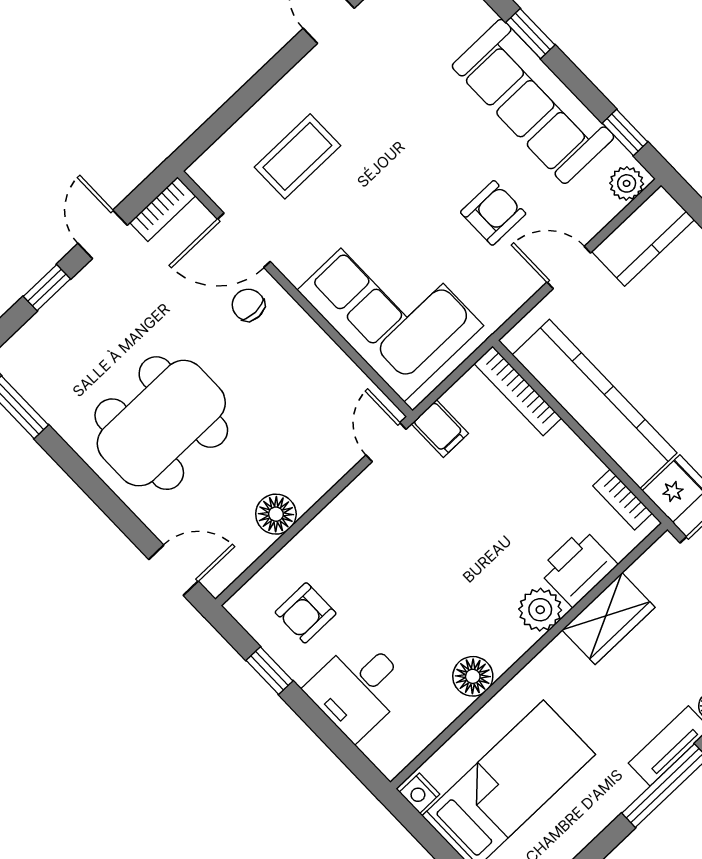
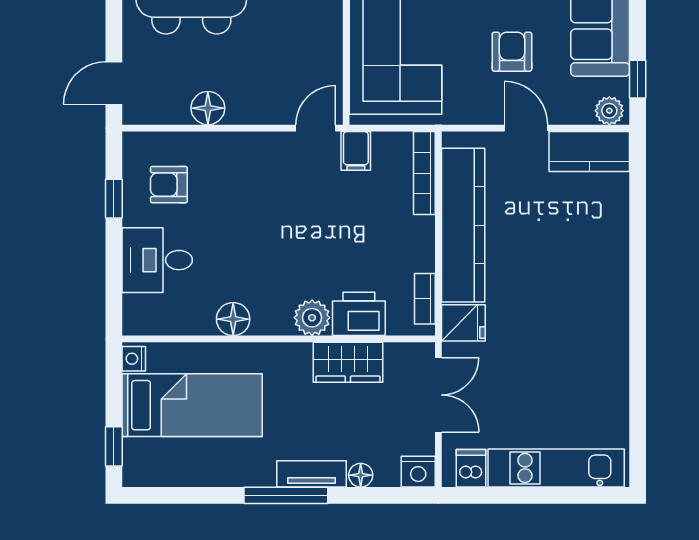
armchair: (493, 213) -> (512, 52), turned -90
door: (173, 570) -> (114, 83), swing flipped

